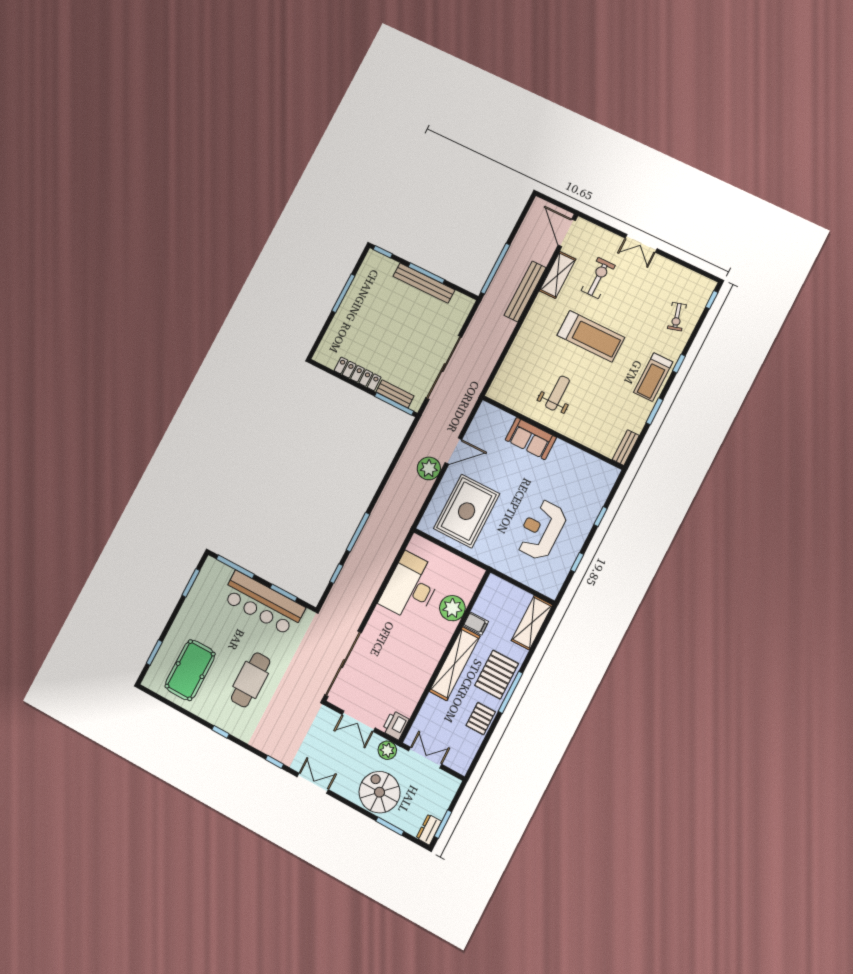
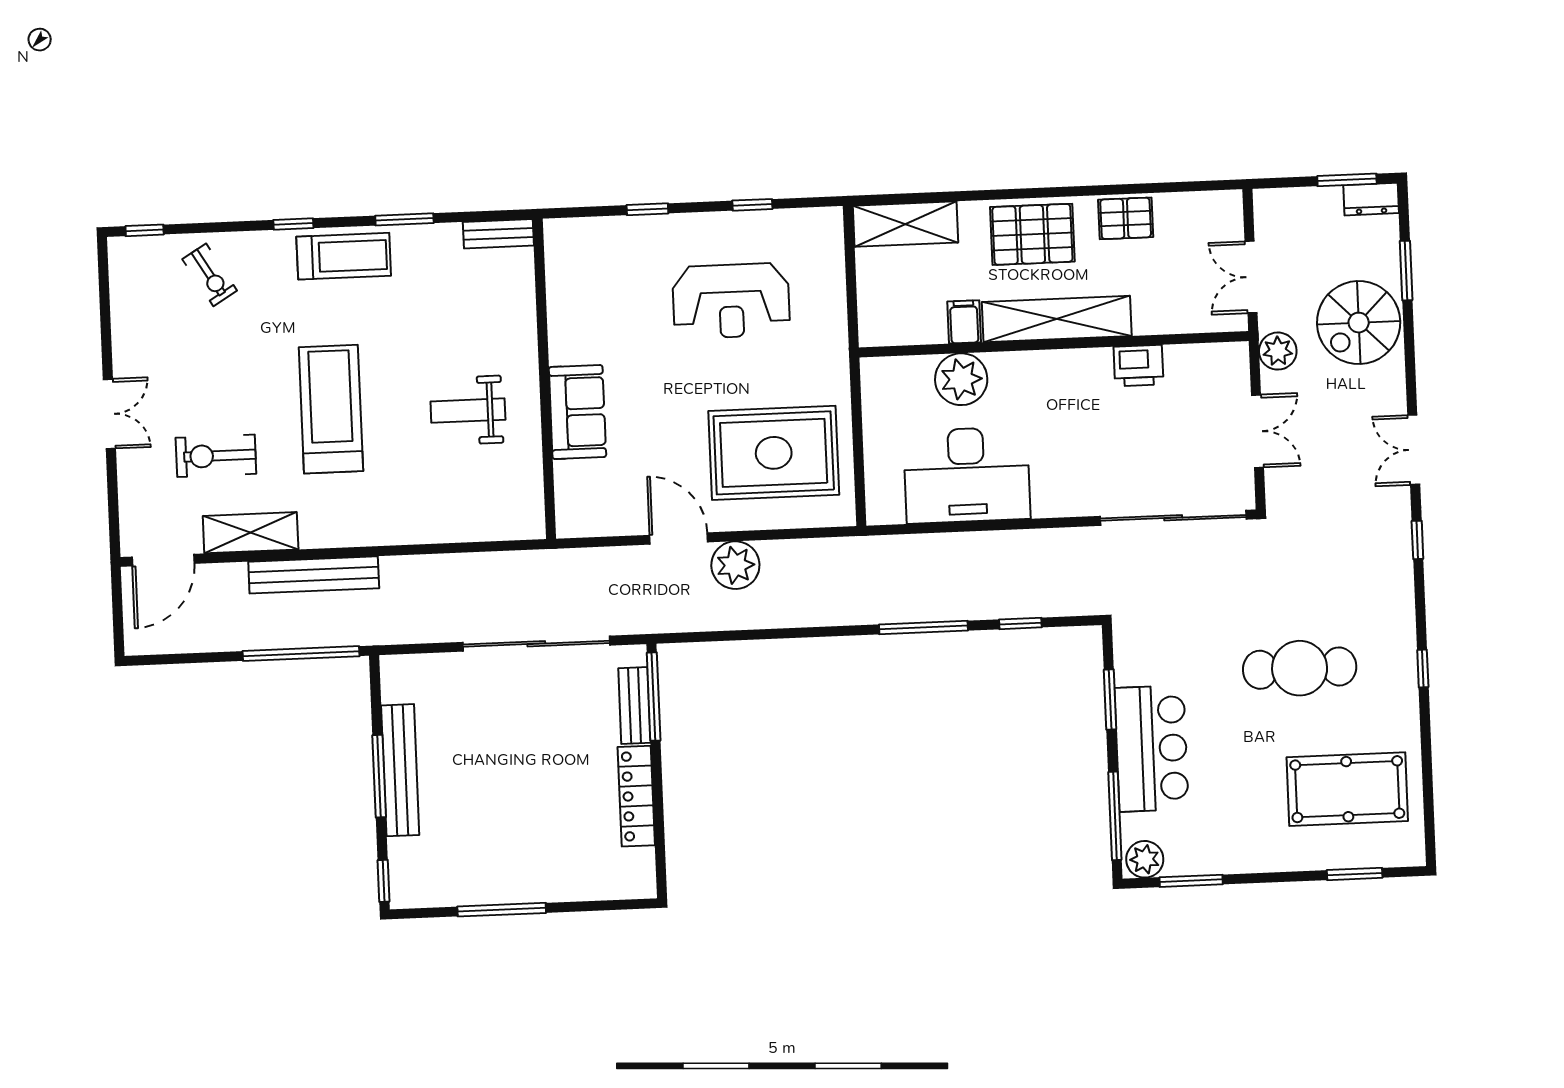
exercise bike: (677, 317) -> (210, 275), turned 75
plant: (211, 569) -> (1145, 859), added
bar counter: (263, 603) -> (1152, 749), width x0.73
window: (510, 692) -> (1049, 192), removed
printer: (395, 725) -> (1138, 366), moved

